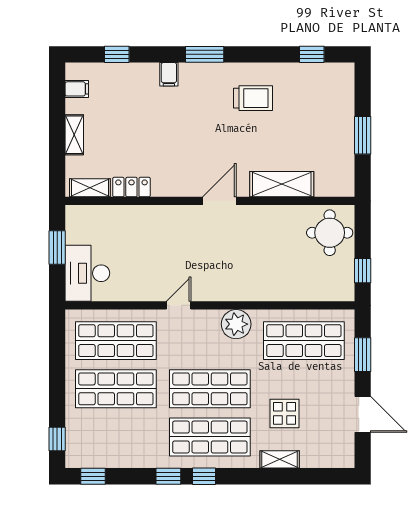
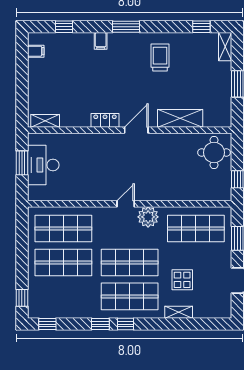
trolley: (253, 98) -> (160, 58), turned -90
shelving: (74, 135) -> (225, 47), moved
locker: (131, 187) -> (105, 120), moved
desk: (87, 273) -> (43, 165), moved
door: (179, 305) -> (126, 204), moved

